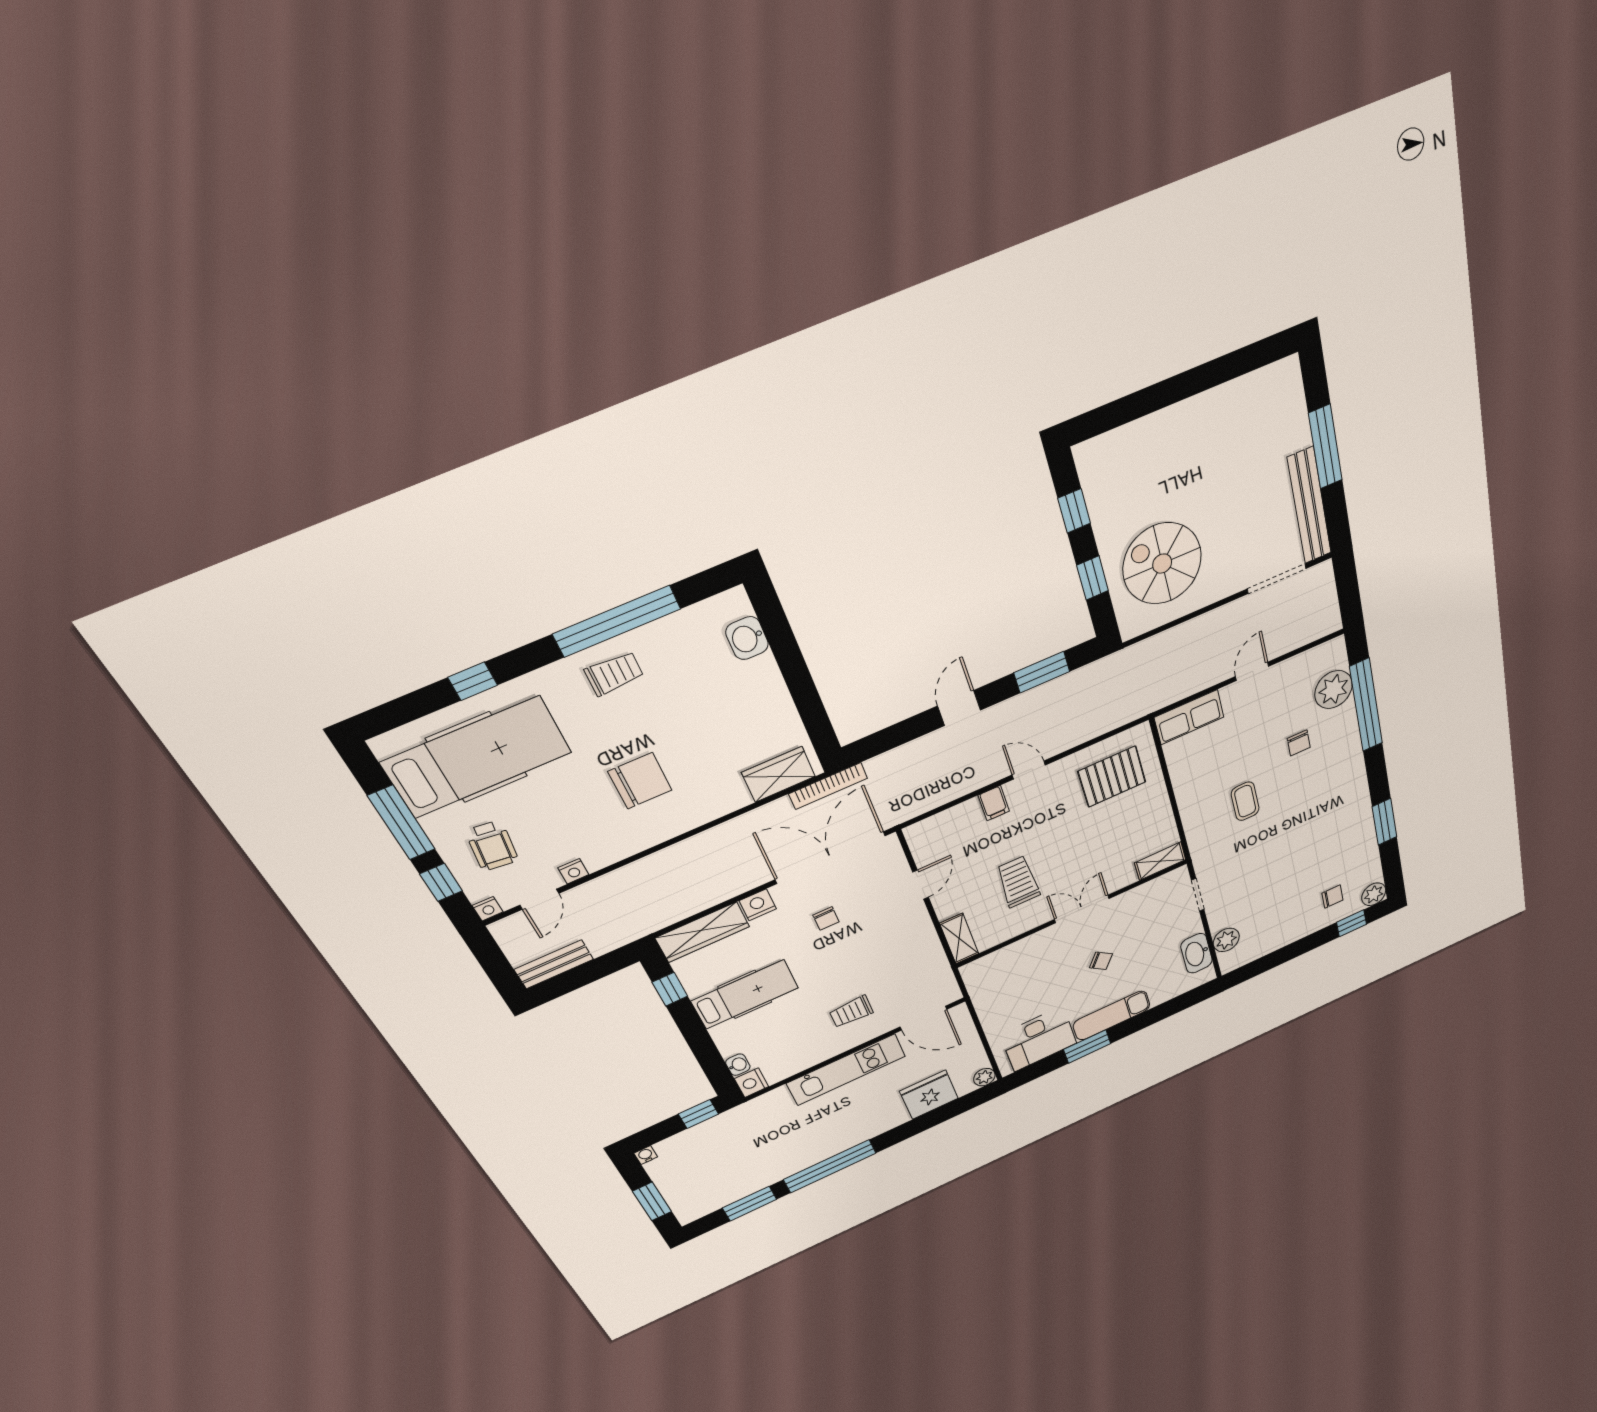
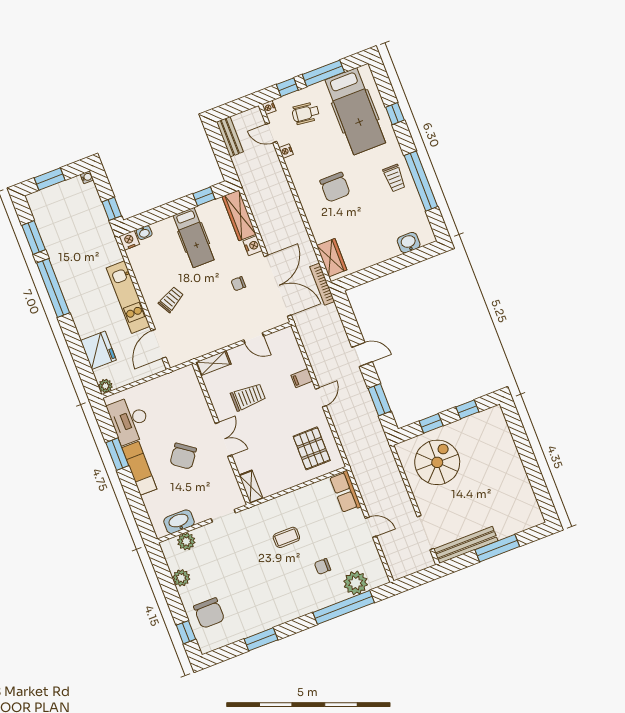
plant: (1374, 894) -> (181, 578), moved
chair: (1332, 897) -> (209, 613), width x1.87, depth x1.87
chair: (1101, 961) -> (183, 456), width x1.87, depth x1.87
trolley: (851, 1012) -> (171, 299), turned 61

